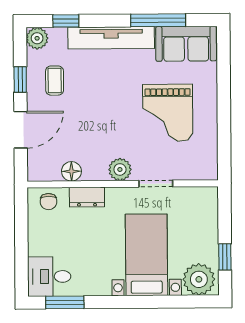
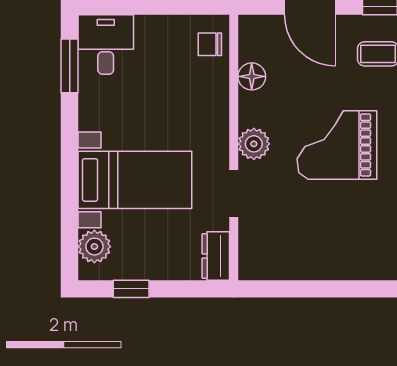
grand piano: (168, 113) -> (337, 145), moved
dresser: (87, 197) -> (216, 256), moved
plant: (199, 279) -> (94, 247), width x0.73, depth x0.73

